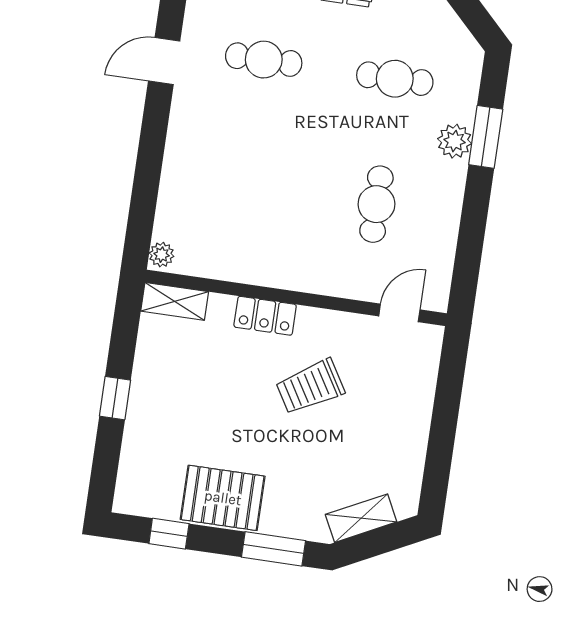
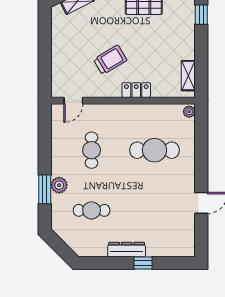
cafe table: (264, 60) -> (154, 150), moved, width x1.37, depth x1.35
shelving: (175, 301) -> (188, 76), moved, turned 90
window: (115, 398) -> (201, 15), moved

